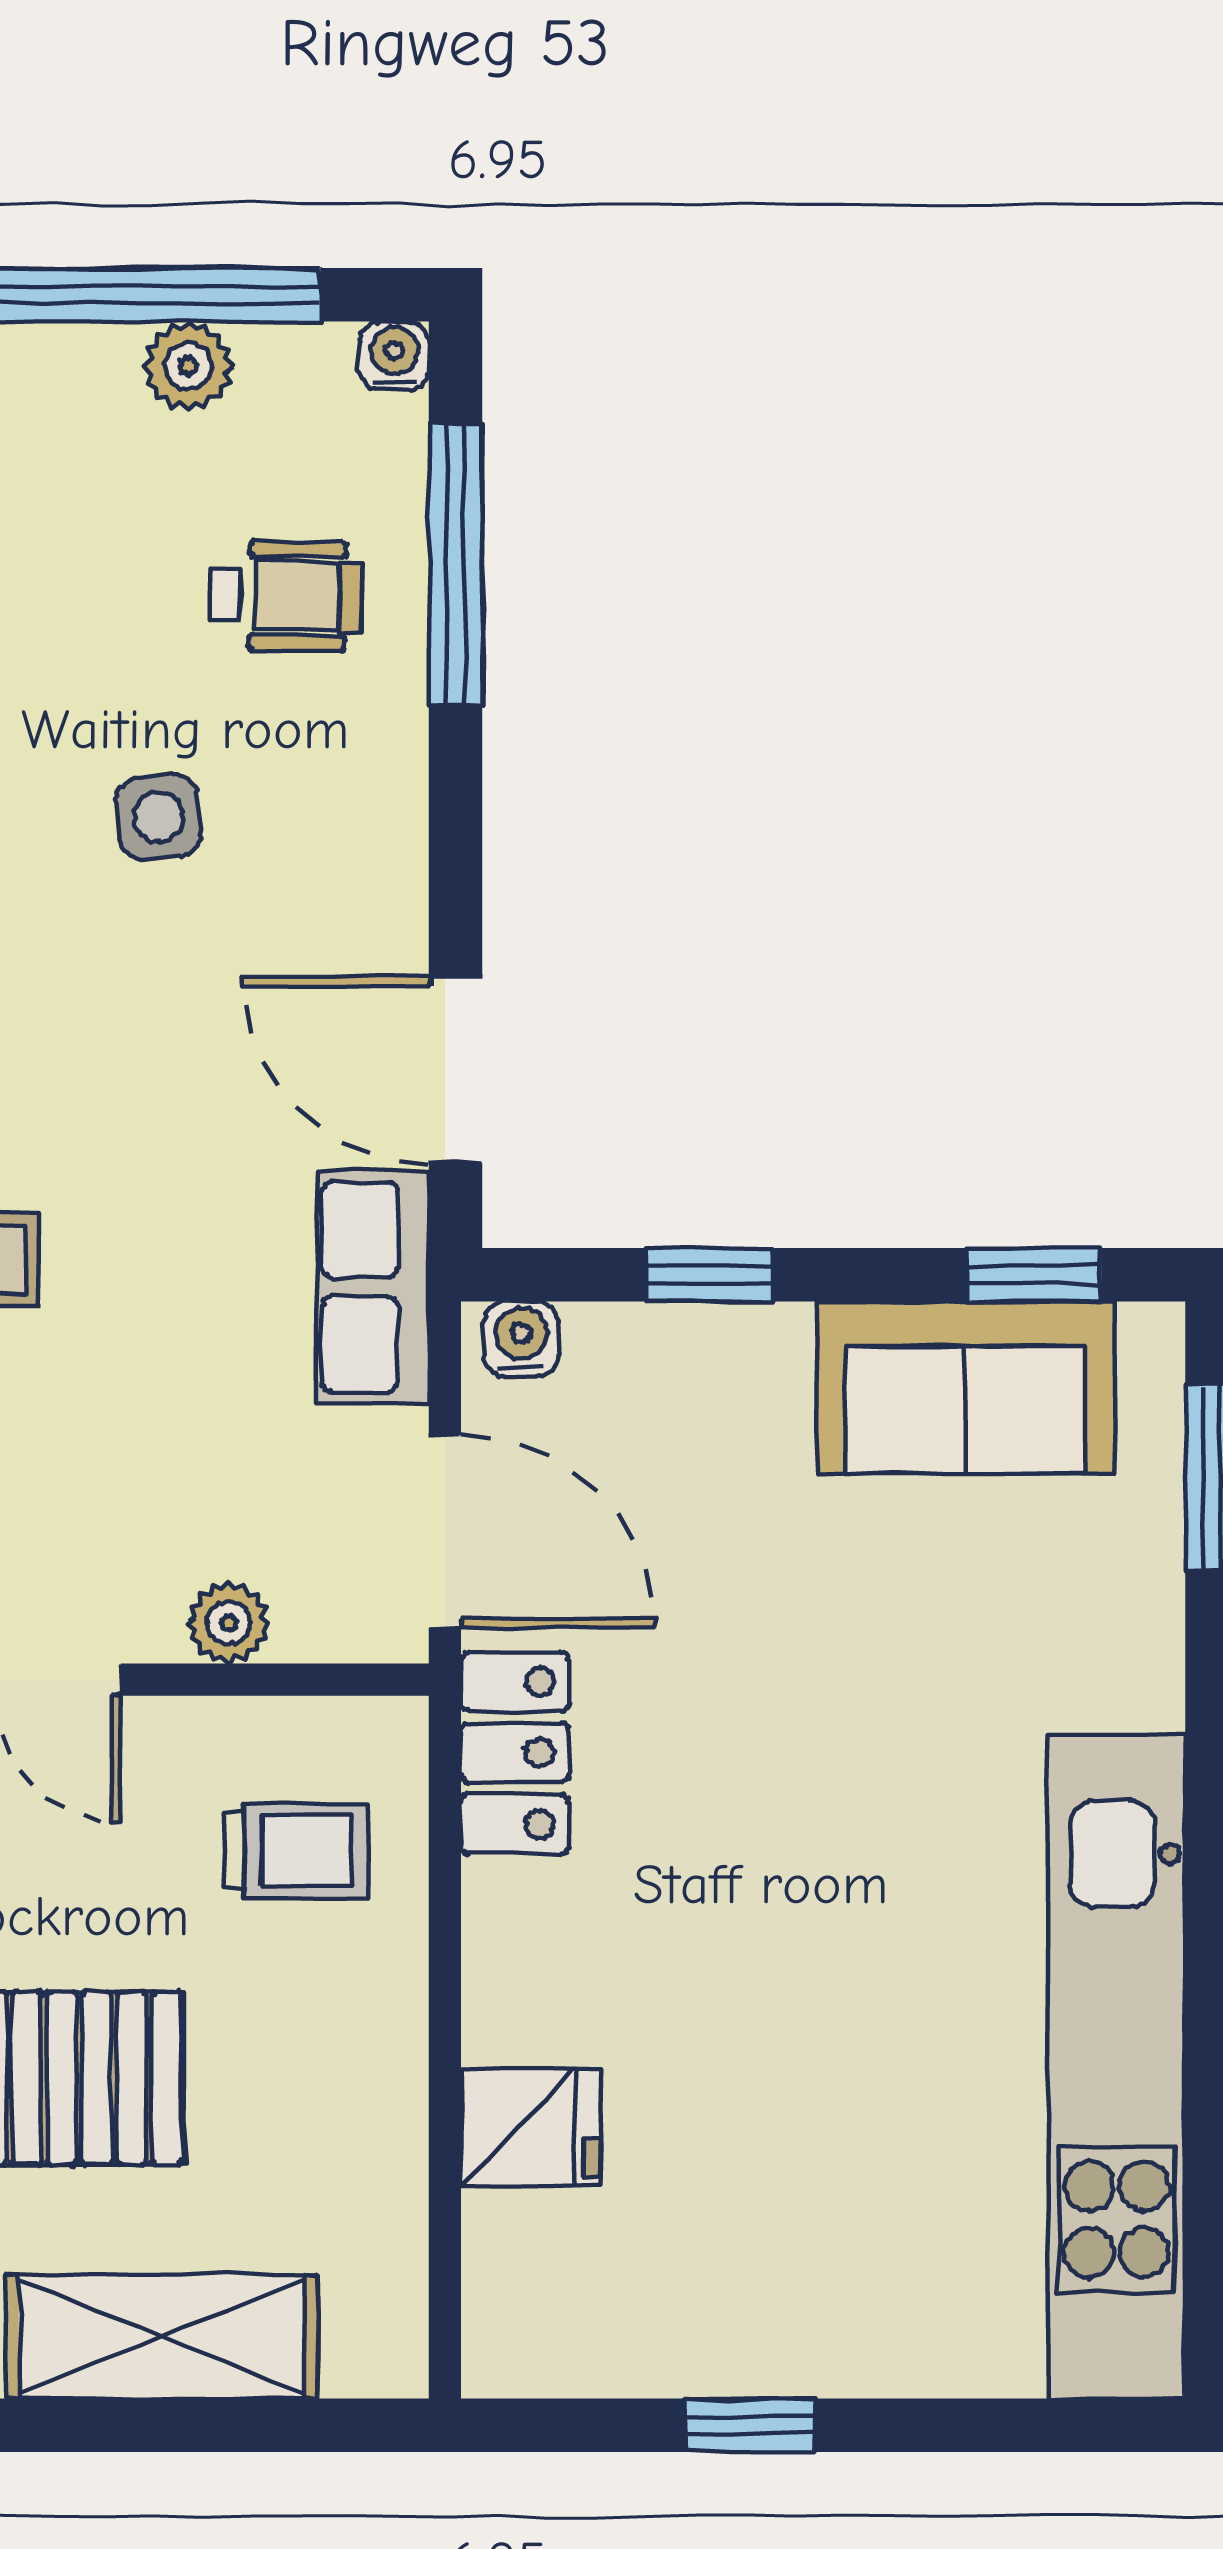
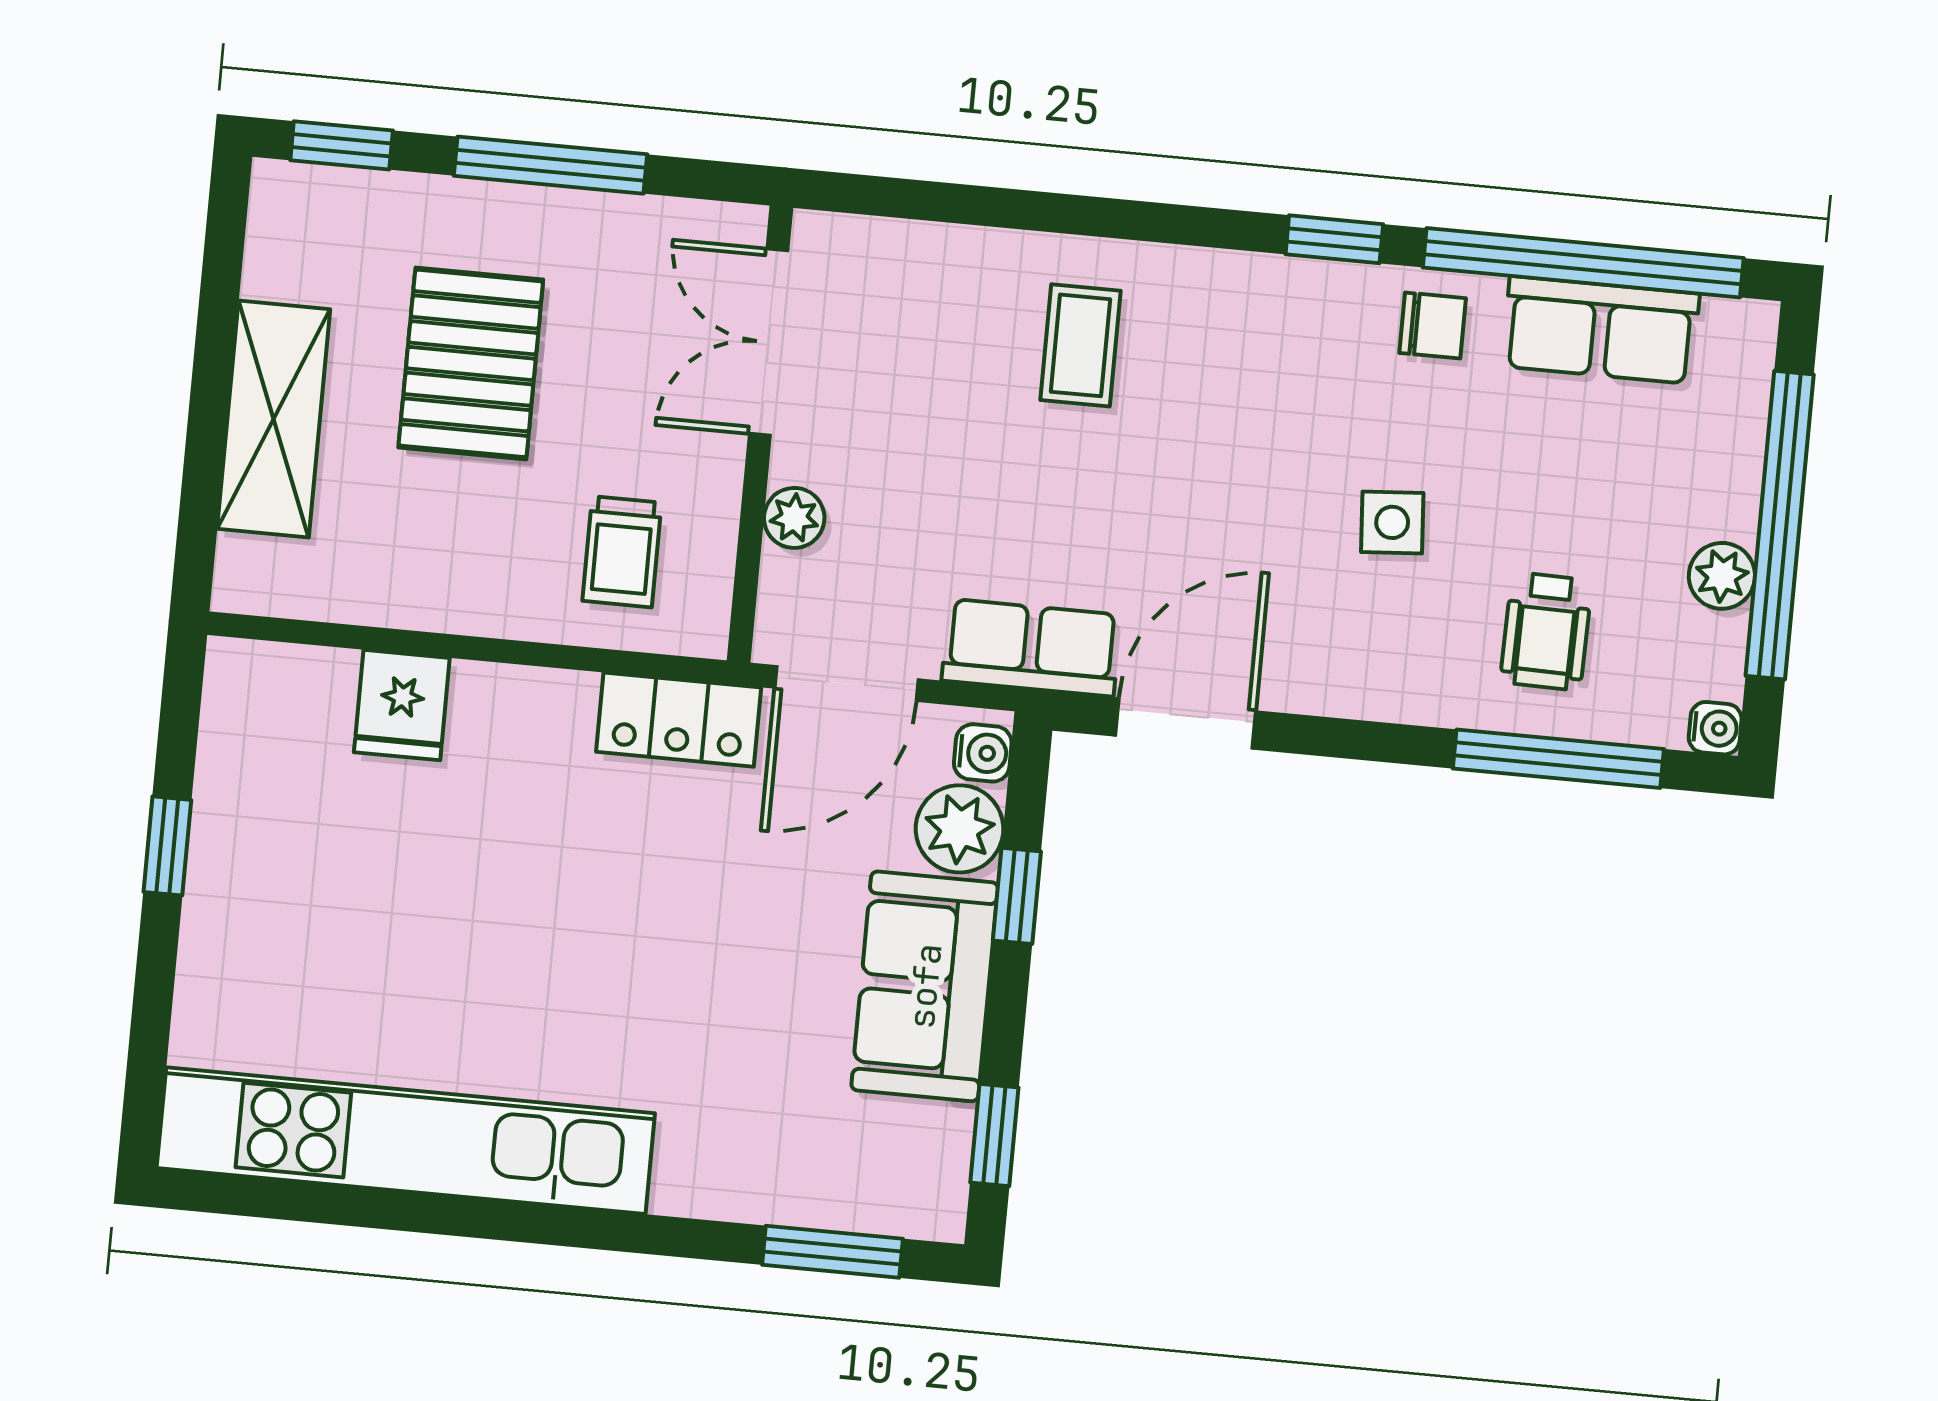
plant: (626, 1361) -> (960, 829), added
sofa: (965, 1388) -> (925, 986), moved

